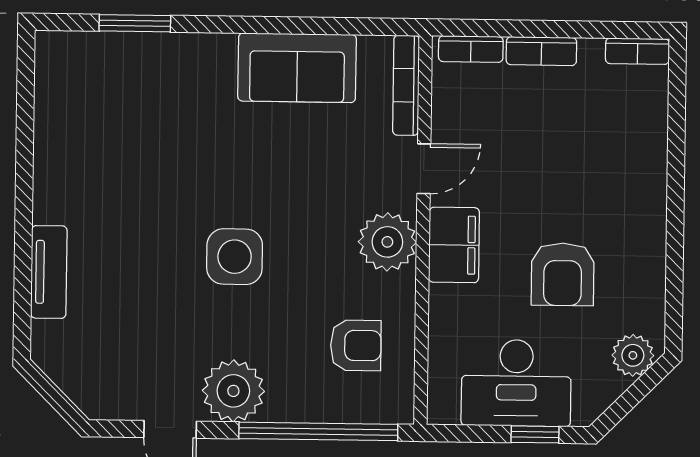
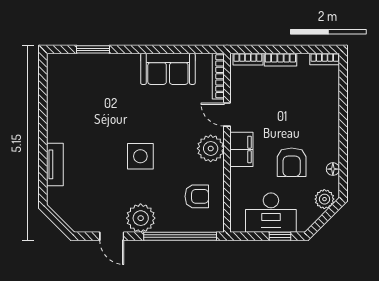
door: (424, 169) -> (227, 115), swing flipped
floor lamp: (652, 290) -> (333, 169), added

